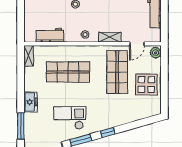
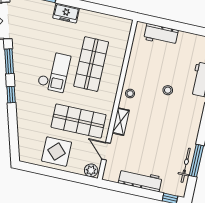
workbench: (50, 35) -> (161, 35), moved, turned 90
shelving: (29, 56) -> (120, 23), removed
checkout: (70, 118) -> (54, 72), moved

